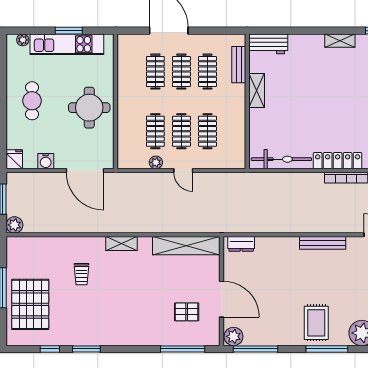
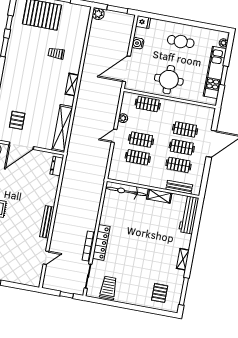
workbench: (268, 44) -> (189, 215), width x1.38
clothes rail: (155, 131) -> (148, 104), moved
bicycle: (281, 159) -> (126, 191), moved, turned 90

